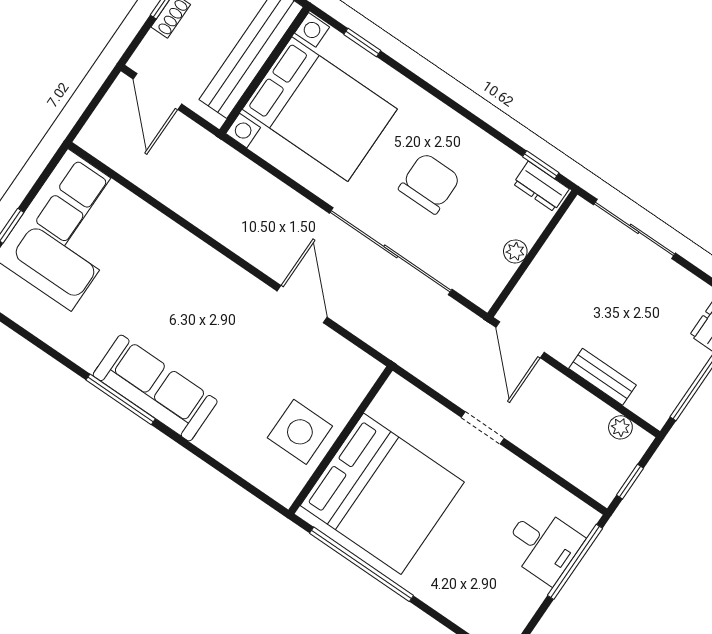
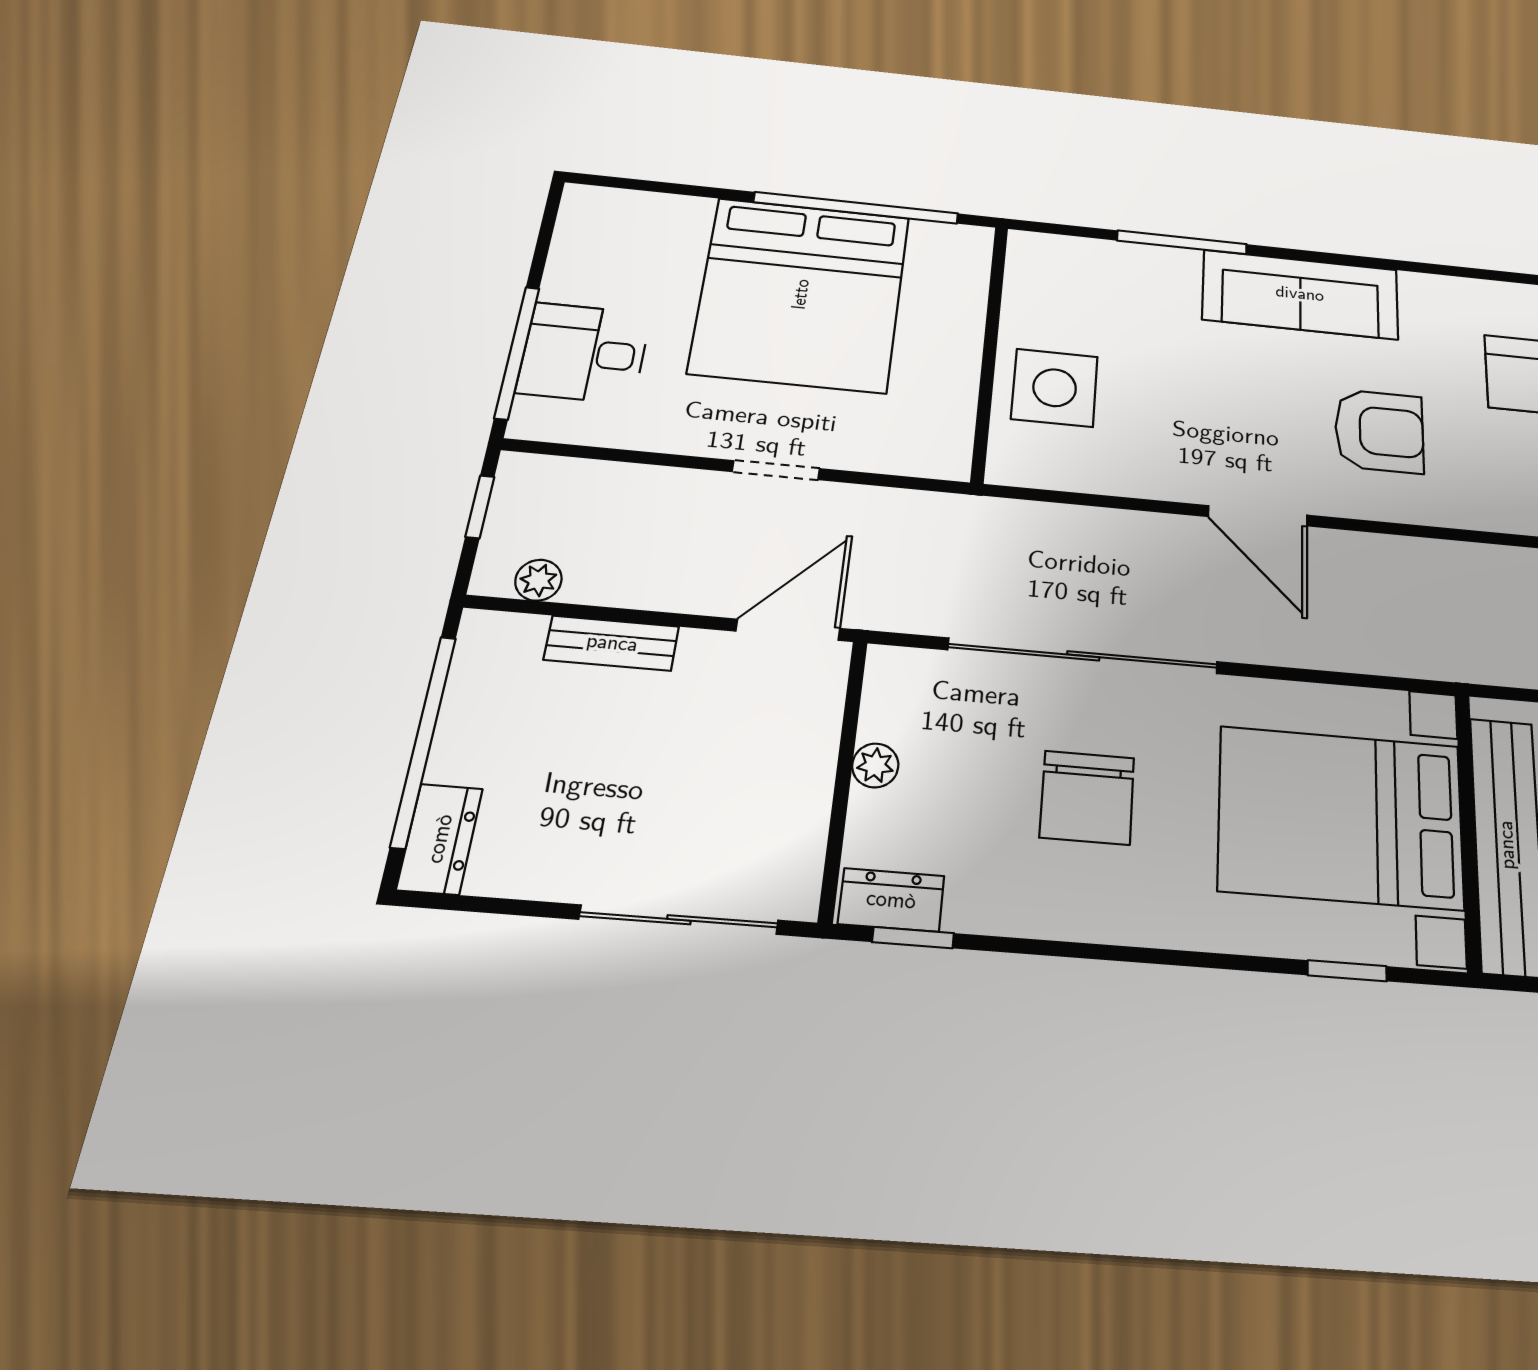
armchair: (167, 288) -> (1379, 431), added
door: (302, 304) -> (1258, 516), moved
door: (520, 340) -> (788, 630), hinge flipped
window: (121, 399) -> (1182, 242), moved
side table: (300, 432) -> (1055, 388), moved
bed: (382, 494) -> (801, 294), moved, turned -90

